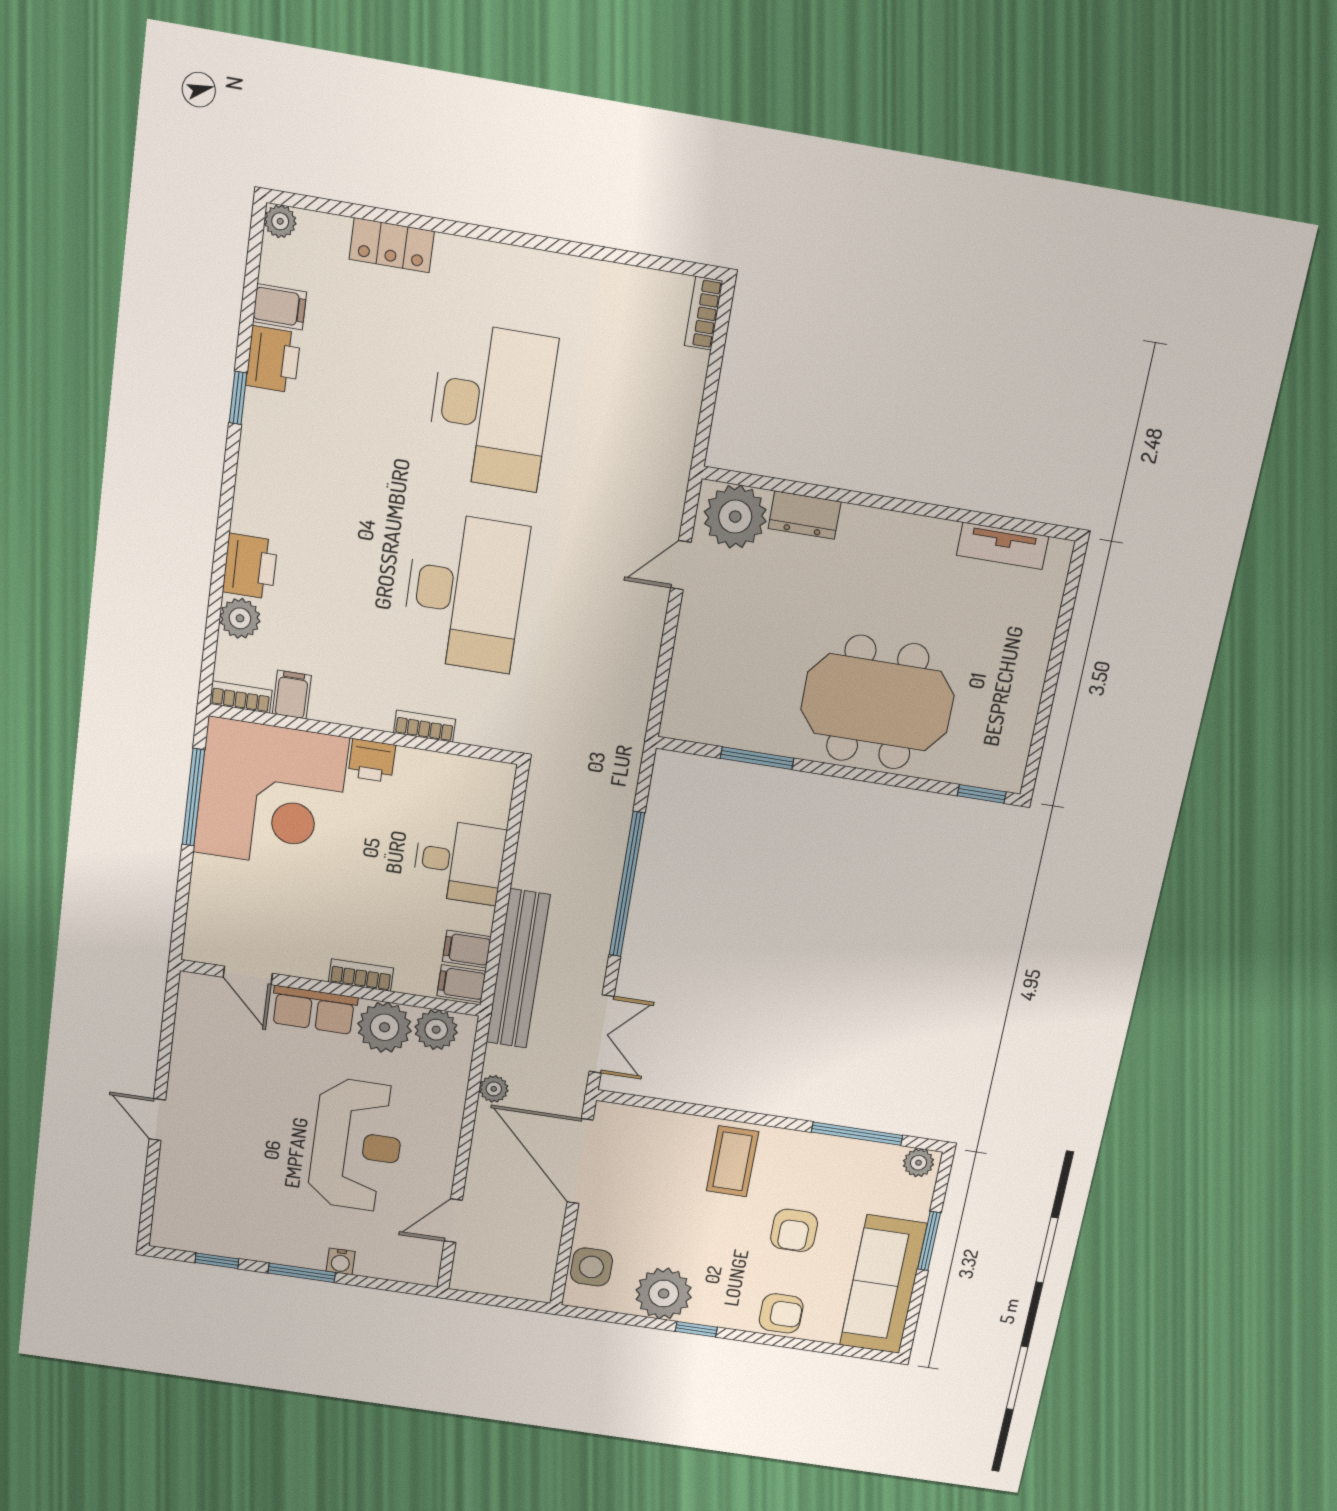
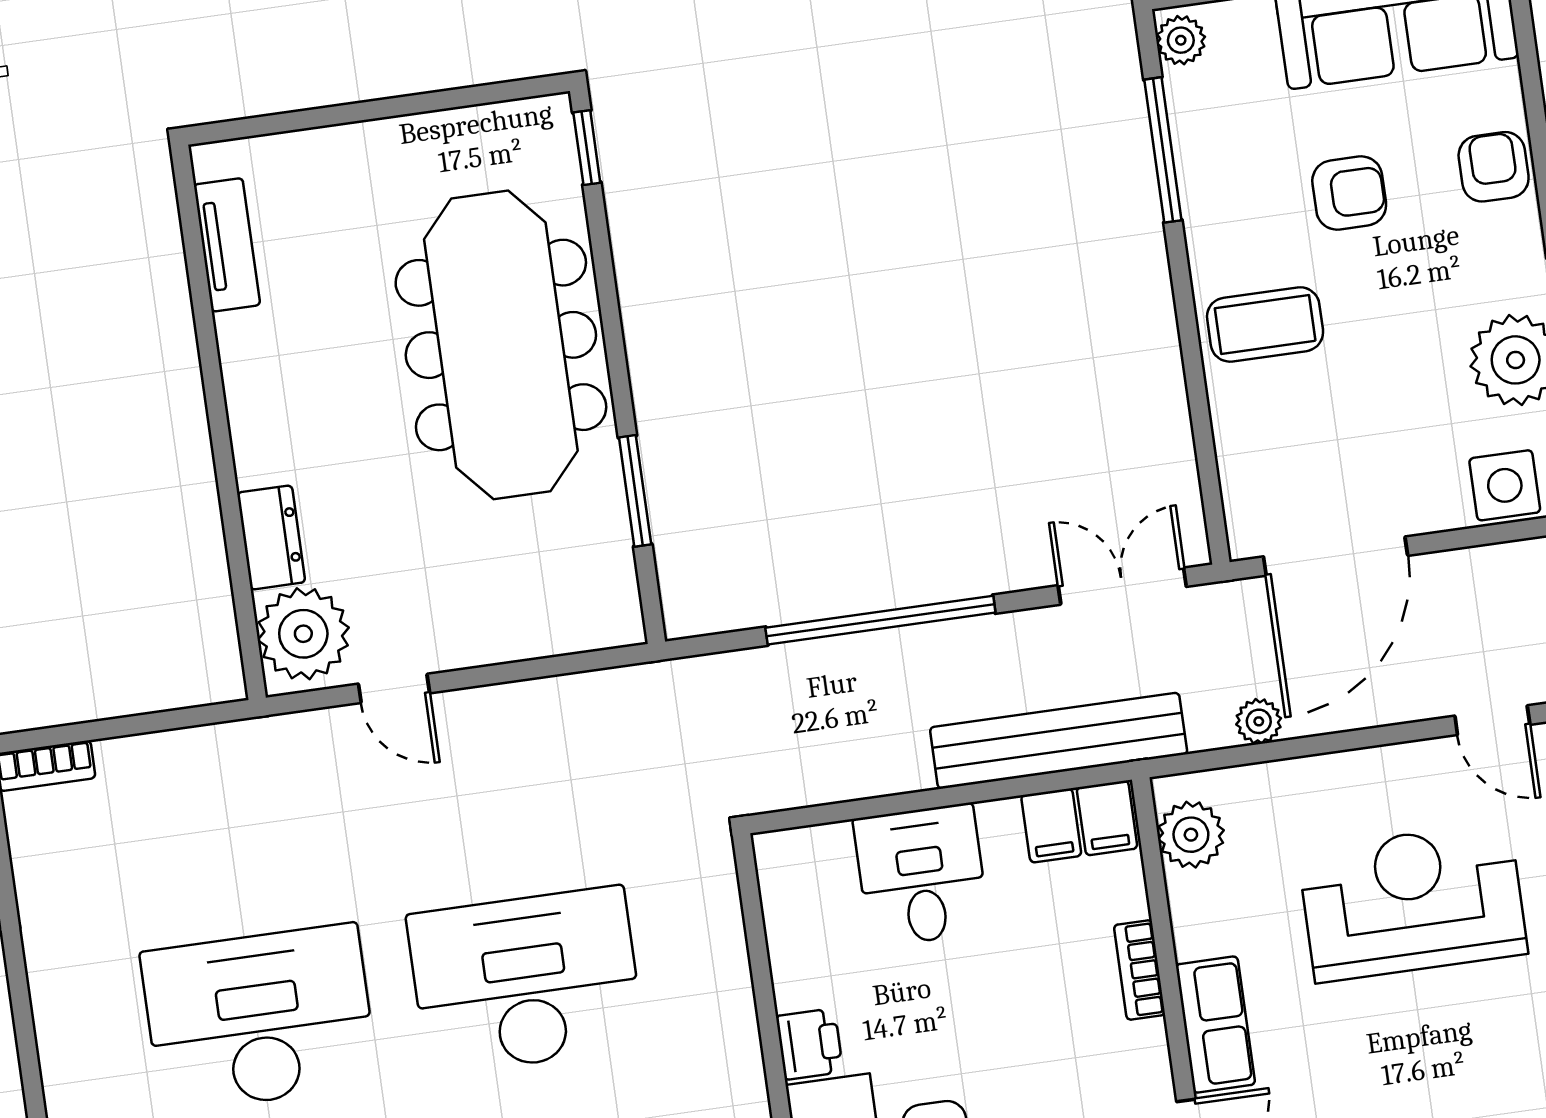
meeting table: (877, 702) -> (501, 345), width x1.36
bookcase: (425, 726) -> (736, 983), removed
plant: (385, 1027) -> (1211, 913), removed

